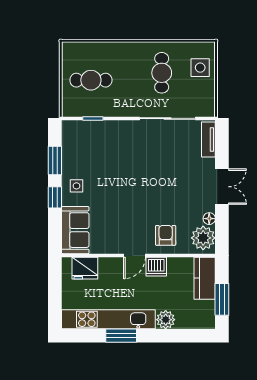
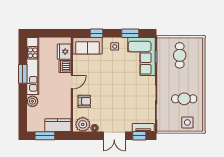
corner sofa: (93, 142) -> (141, 56), added
window: (222, 146) -> (139, 136), added
window: (55, 197) -> (96, 33), moved
door: (134, 255) -> (72, 82), swing flipped
dishwasher: (156, 267) -> (65, 66), moved

